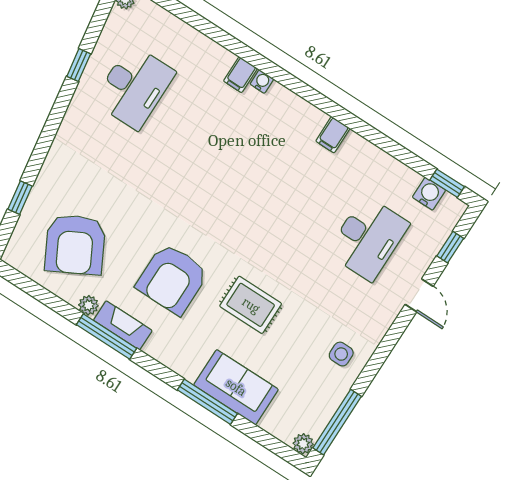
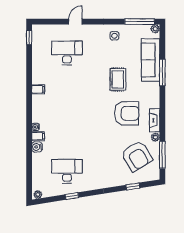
water cooler: (429, 194) -> (37, 147), moved
armchair: (75, 245) -> (137, 156), turned 87
window: (450, 247) -> (51, 22), removed
window: (107, 337) -> (162, 155), moved
sofa: (236, 387) -> (151, 60), width x1.36

